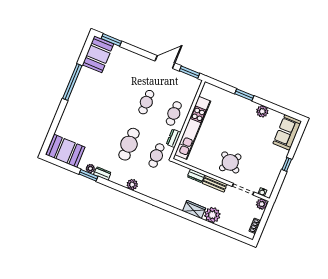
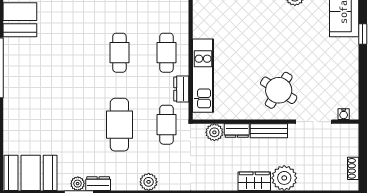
kitchen unit: (193, 128) -> (203, 76), width x0.73
window: (287, 164) -> (363, 34), moved
plant: (262, 204) -> (214, 132), moved

